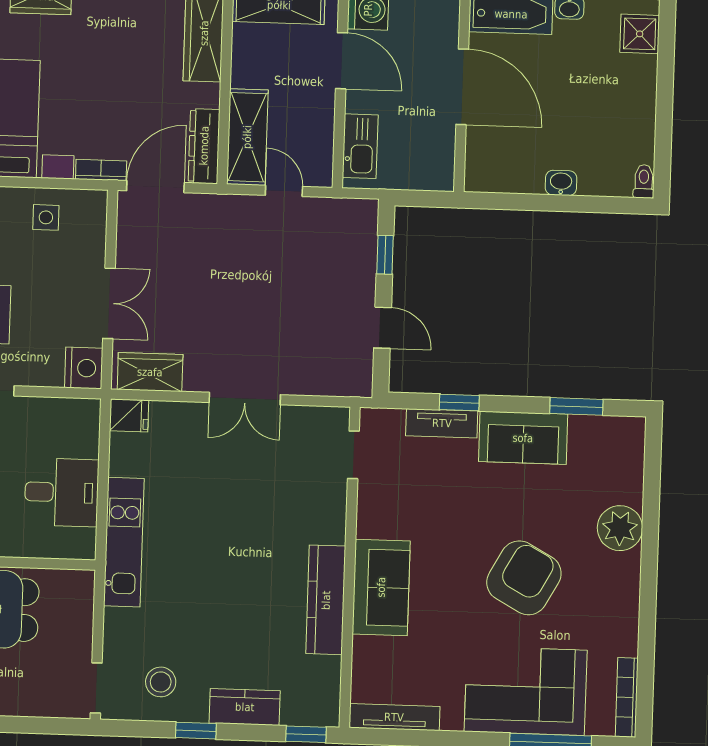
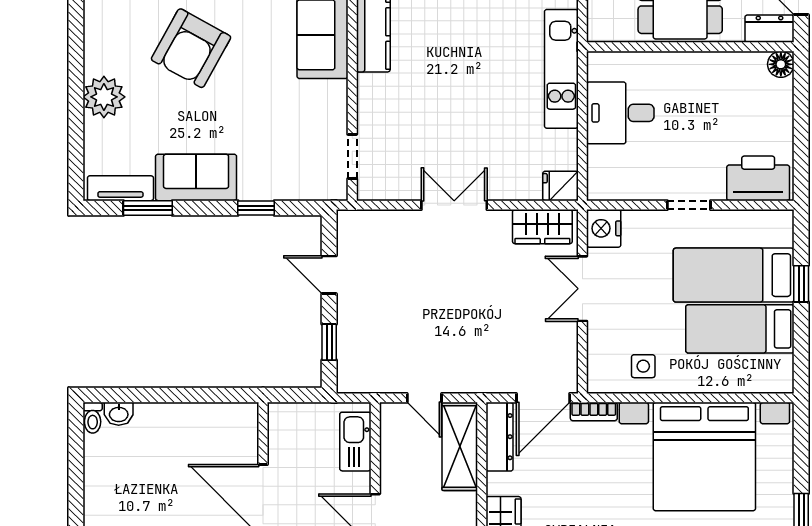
washbasin: (561, 183) -> (119, 414), moved
tv unit: (442, 423) -> (120, 188), moved

